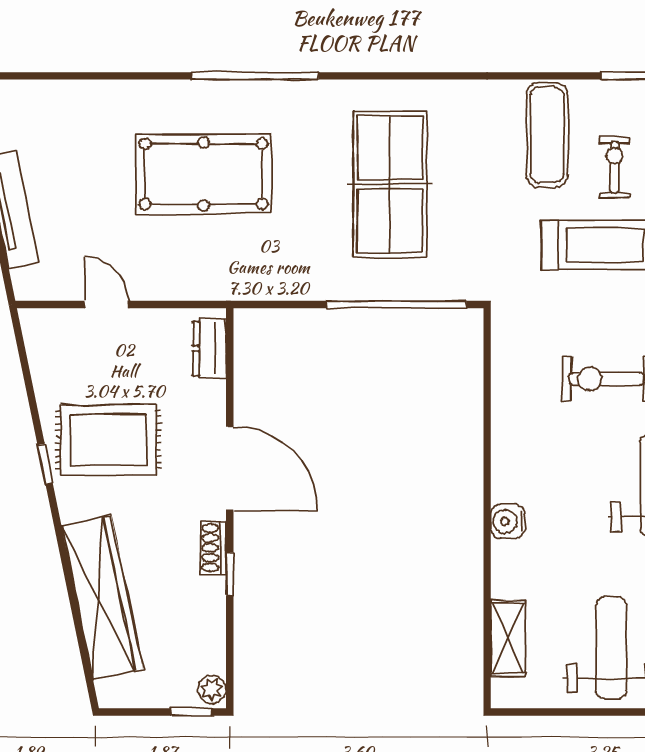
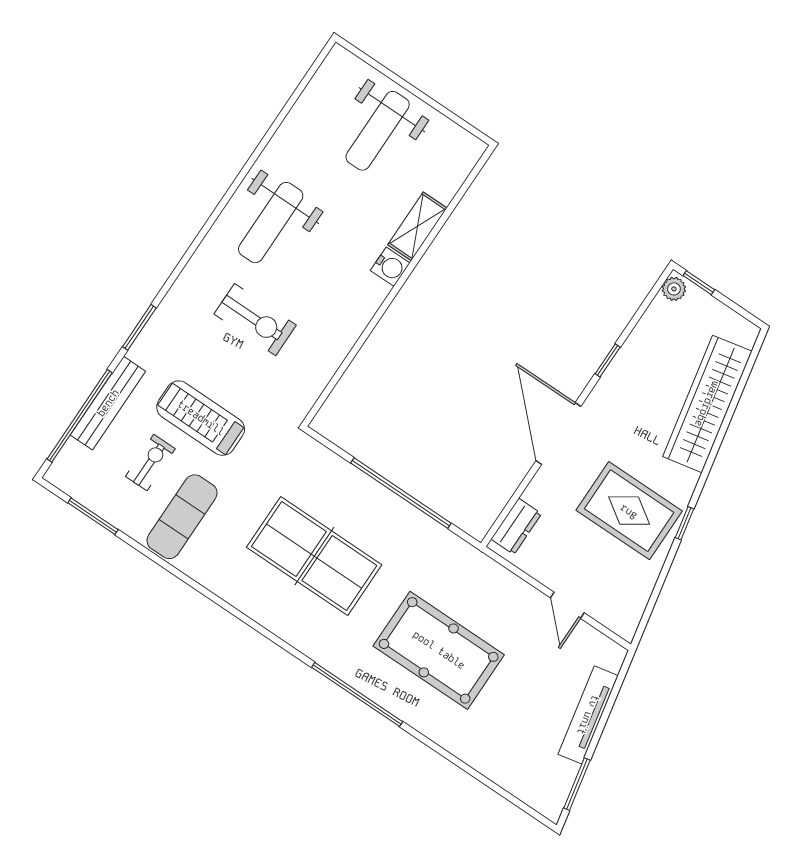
exercise bike: (615, 167) -> (150, 463), turned 180
table tennis table: (390, 184) -> (314, 556), turned 90
window: (396, 305) -> (401, 493), moved
shoe rack: (213, 548) -> (607, 386), removed
shelving: (508, 638) -> (417, 226), moved

